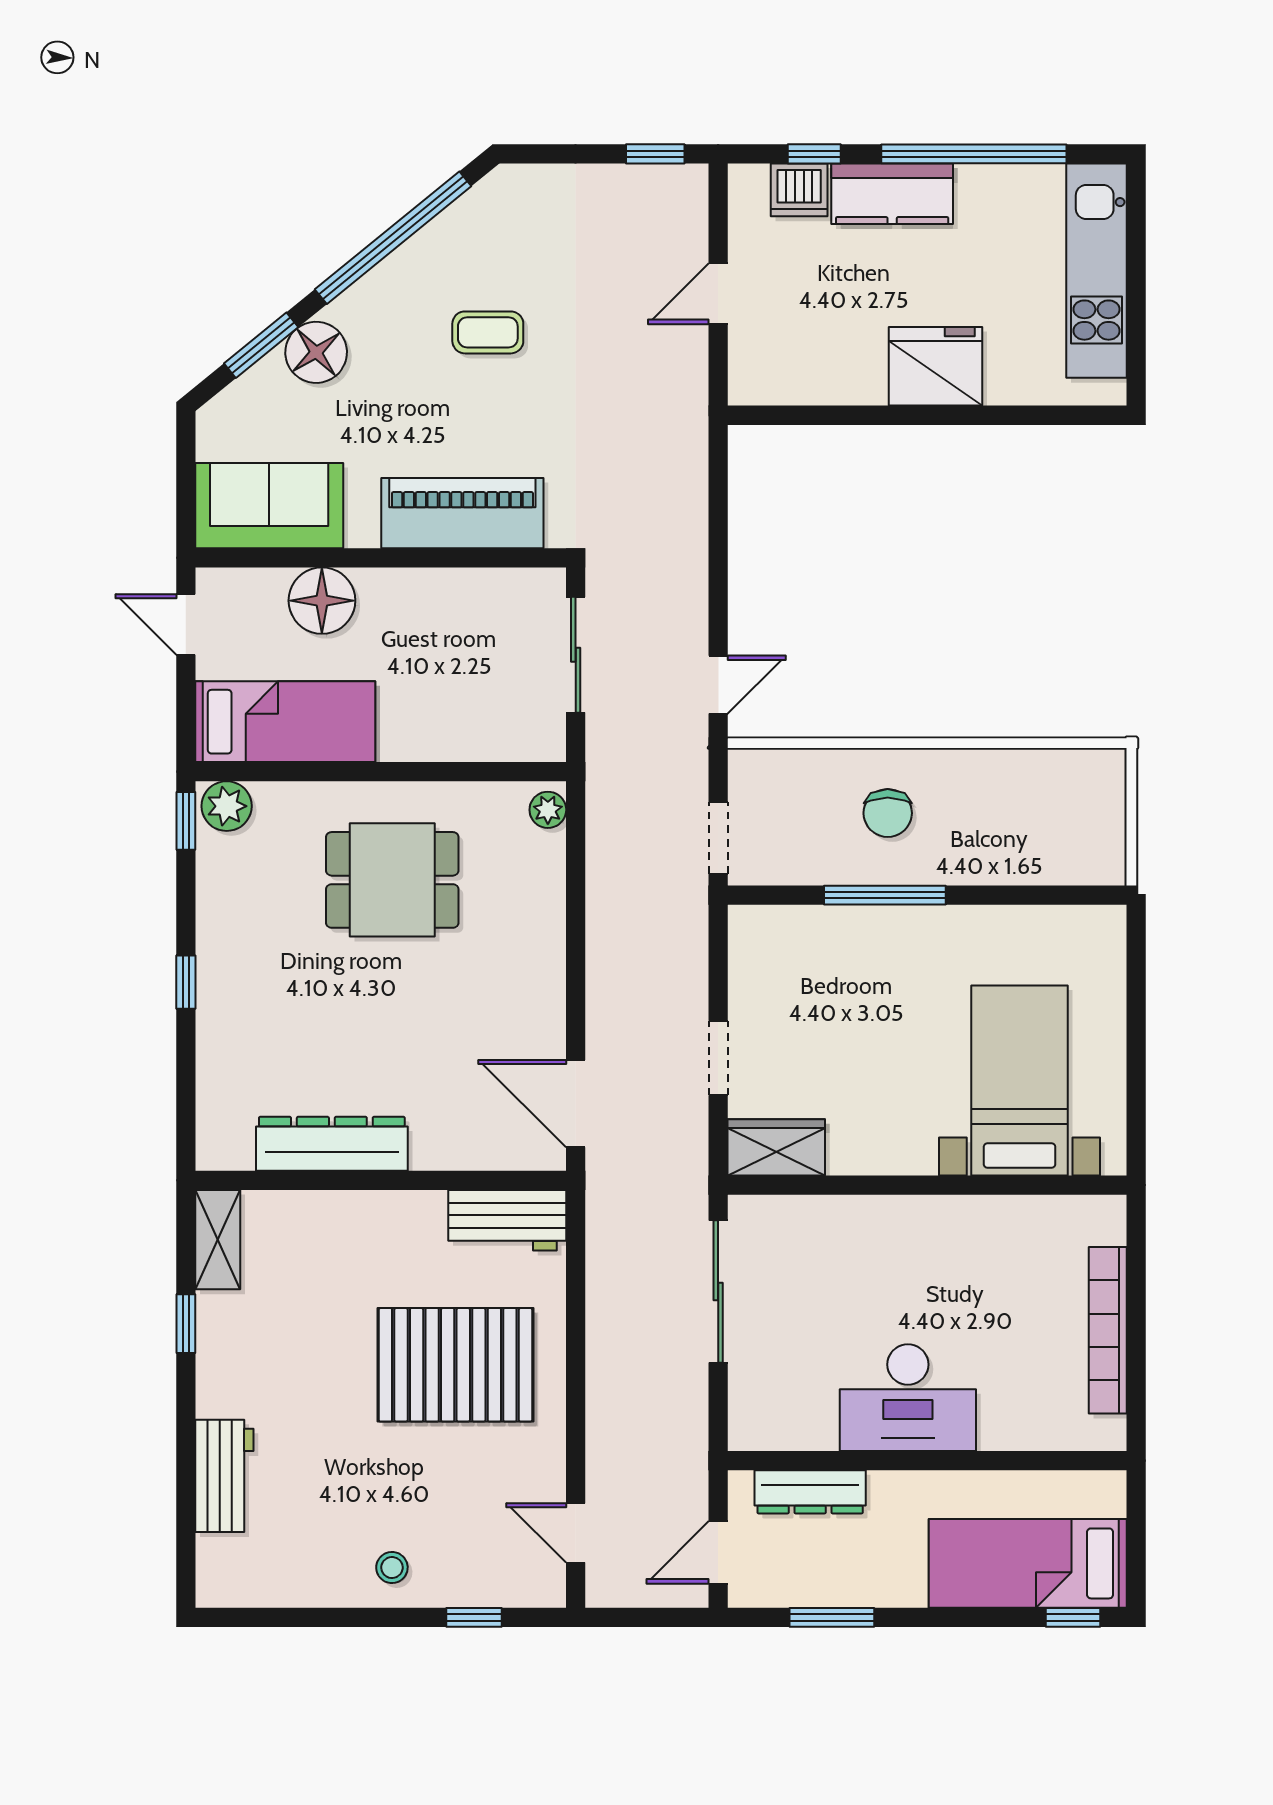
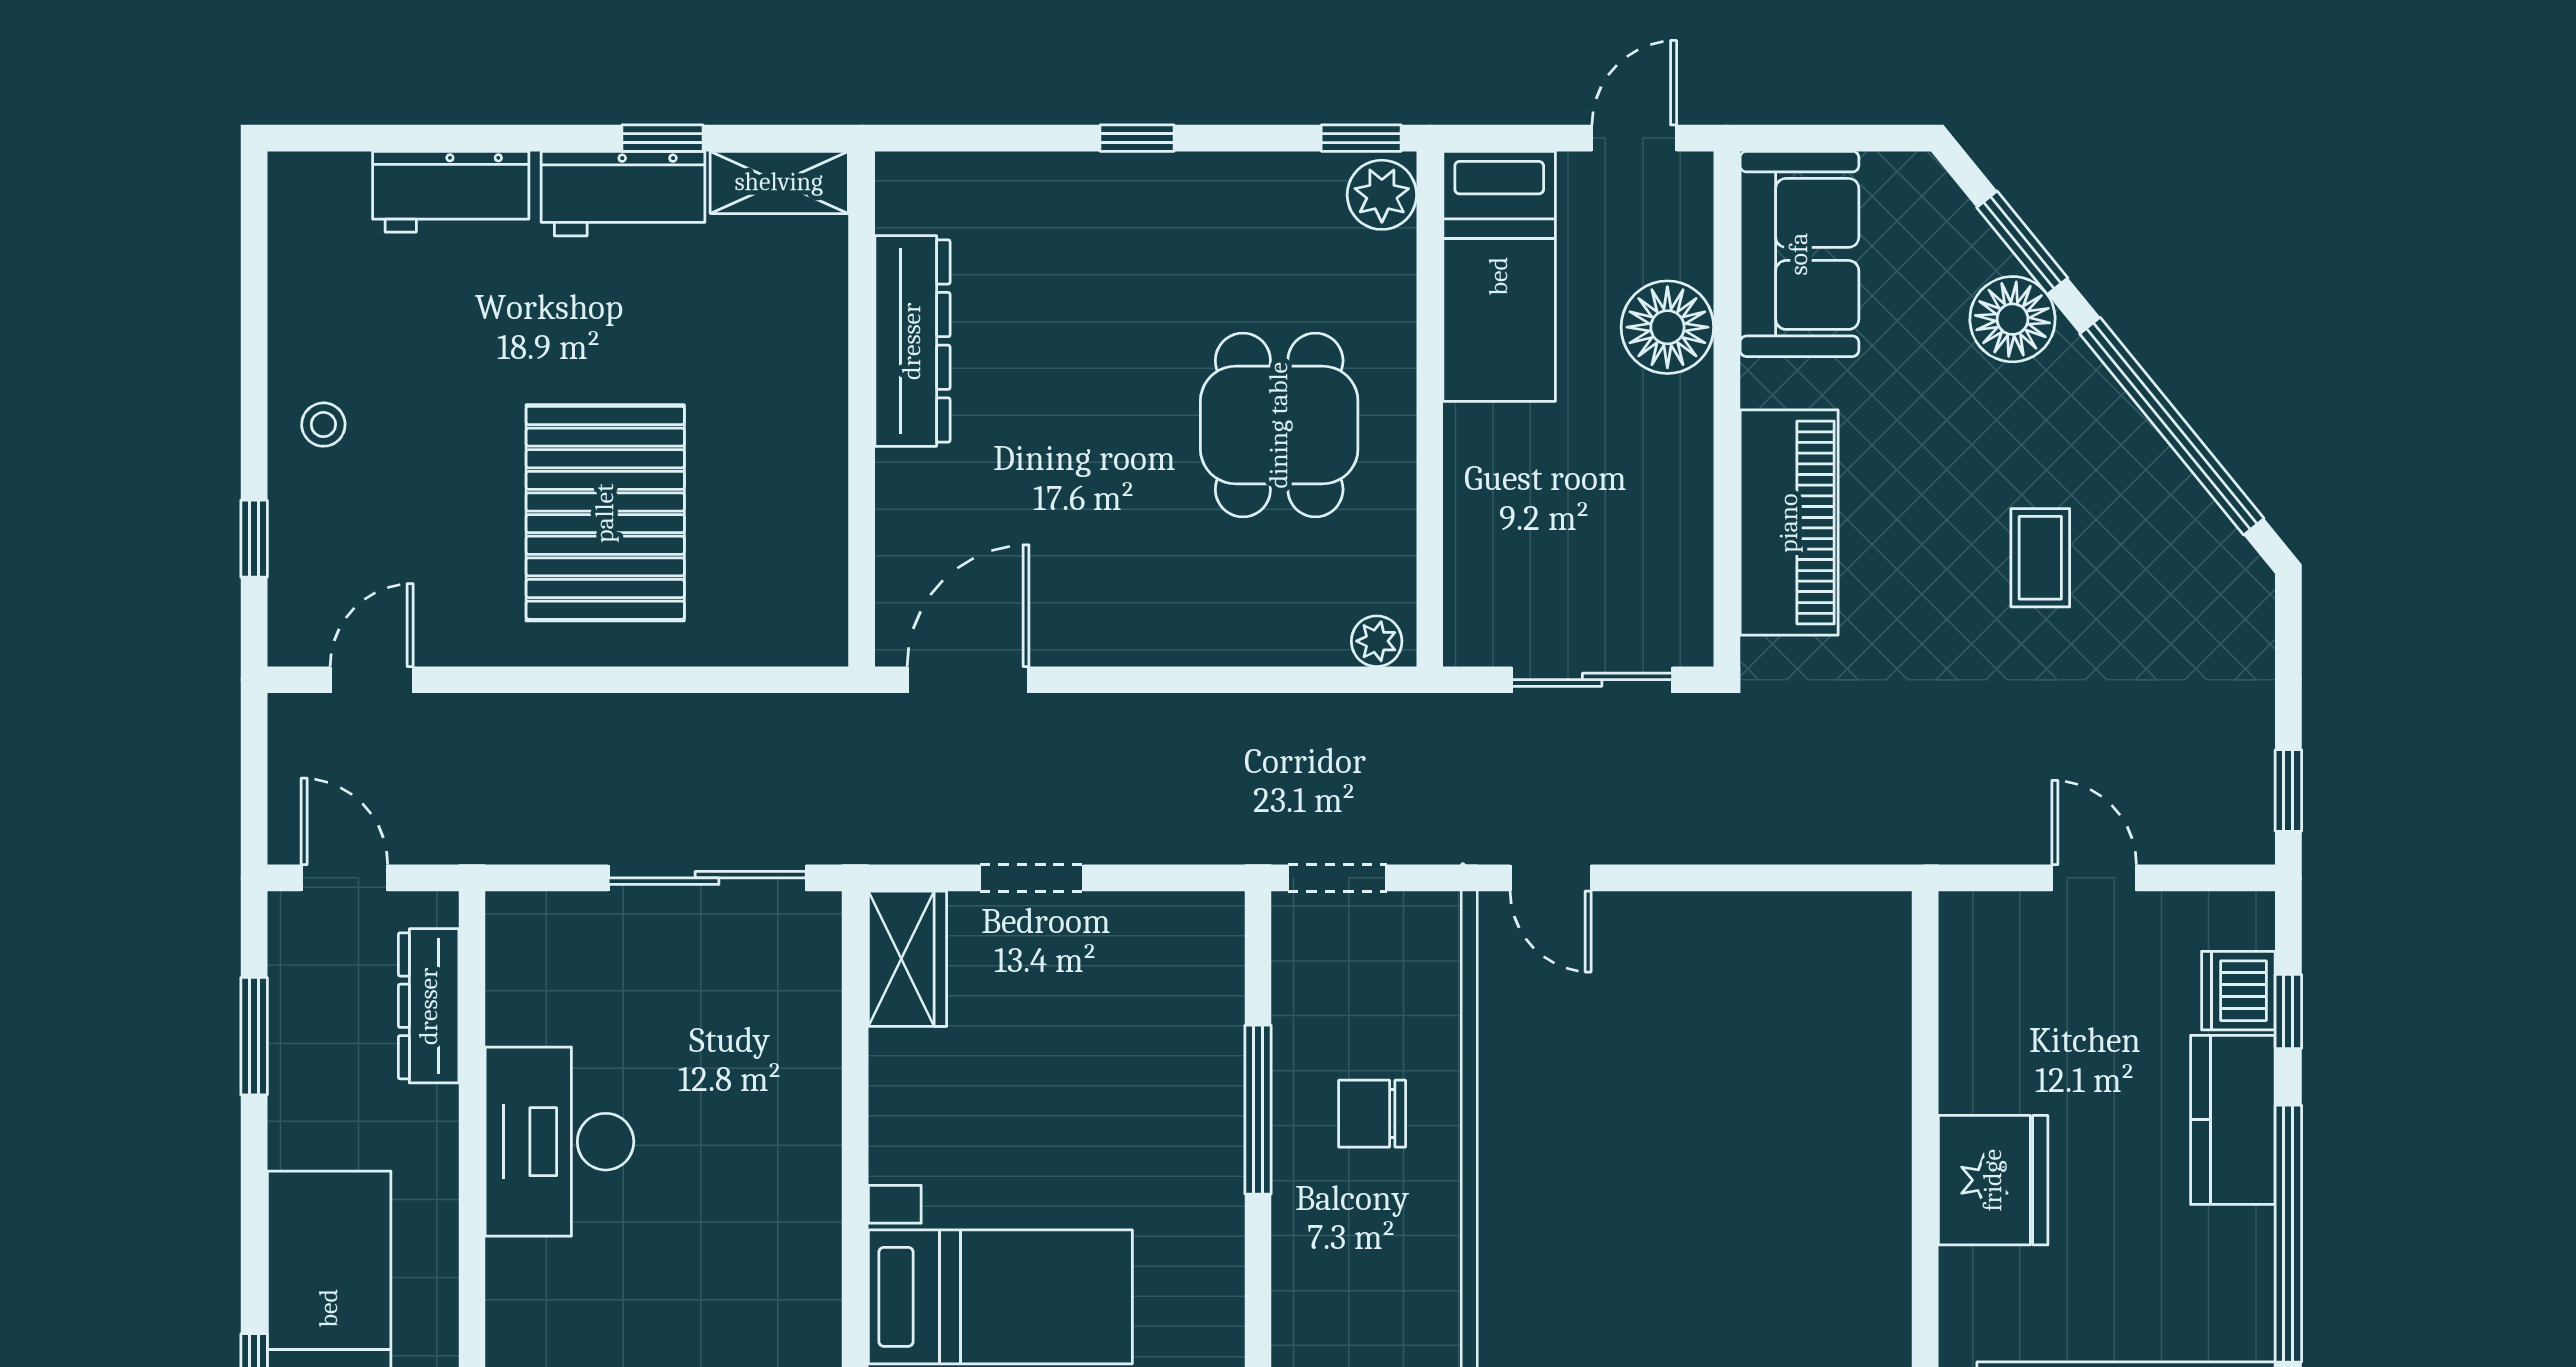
workbench: (507, 1220) -> (623, 194), moved, turned -90

